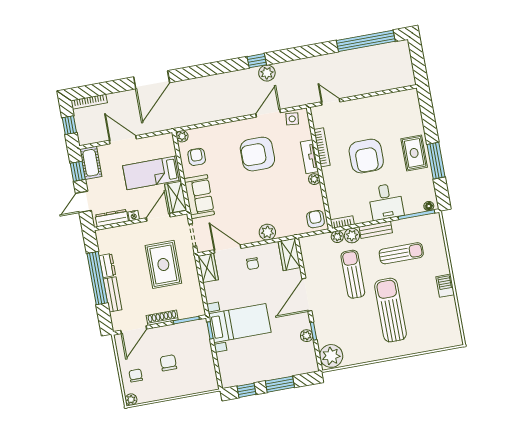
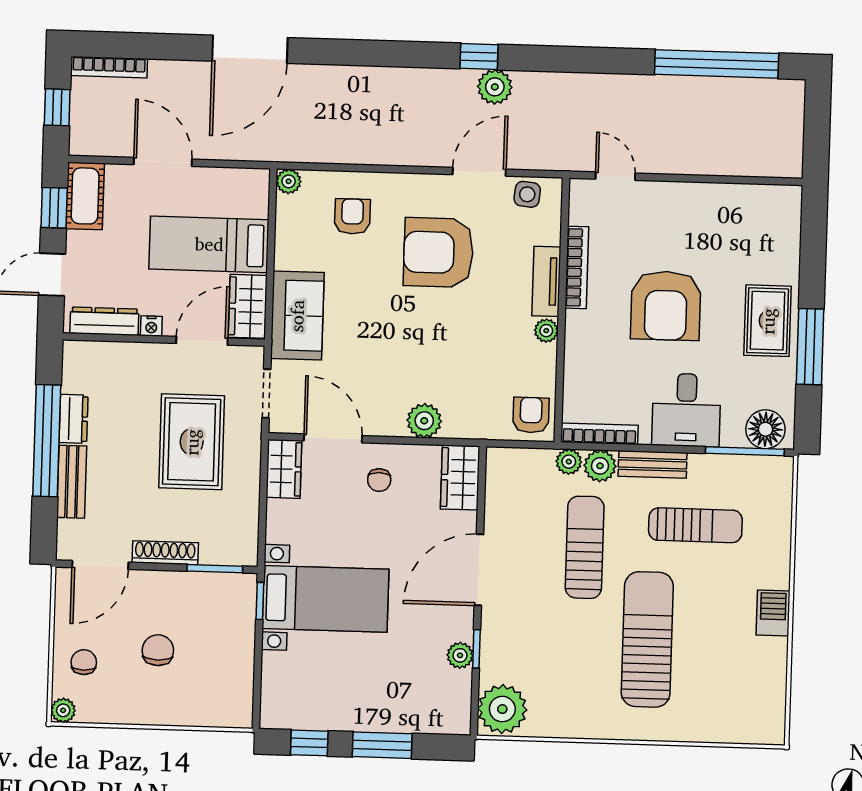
armchair: (197, 157) -> (352, 216), moved
floor lamp: (429, 206) -> (765, 429), width x1.89, depth x1.89
bookcase: (342, 222) -> (599, 434), width x1.56

